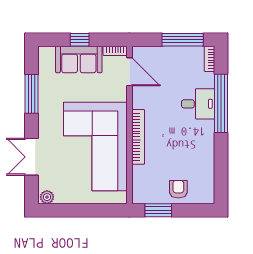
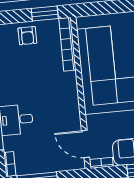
bookcase: (138, 137) -> (67, 44), moved

